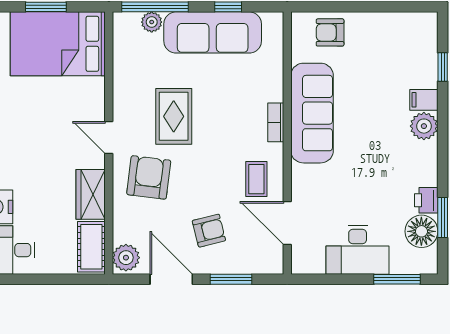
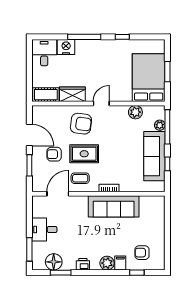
armchair: (330, 32) -> (142, 253), moved, turned -90
rug: (174, 116) -> (84, 154), moved
printer: (426, 200) -> (83, 264), moved
armchair: (209, 231) -> (54, 154), turned 104
desk: (358, 250) -> (44, 229), width x0.73
plant: (126, 258) -> (135, 112), moved
door: (171, 279) -> (29, 135), hinge flipped

